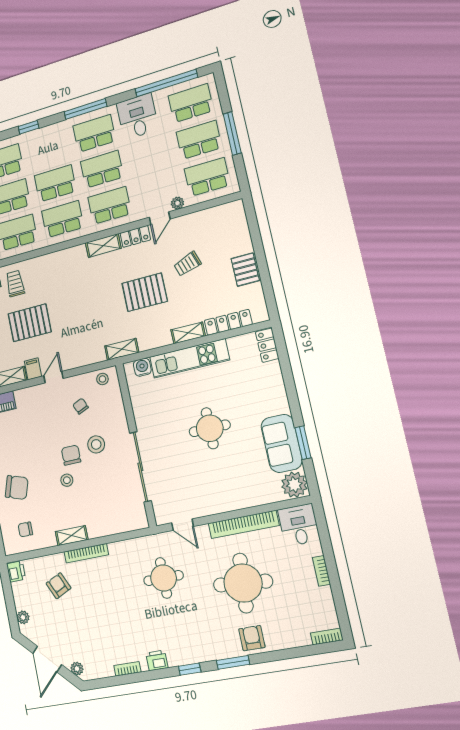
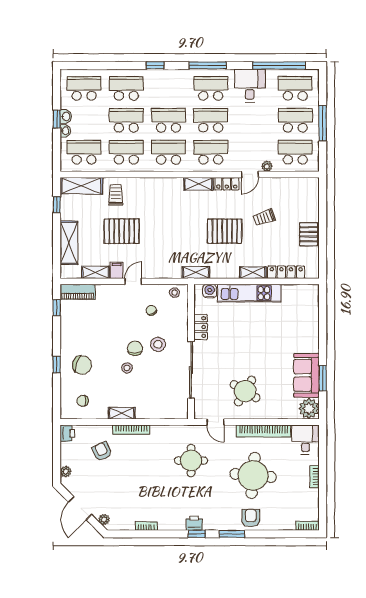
locker: (267, 345) -> (201, 327), moved, turned 180
round table: (210, 428) -> (245, 391), moved, turned 31
printer: (157, 660) -> (194, 523), moved

